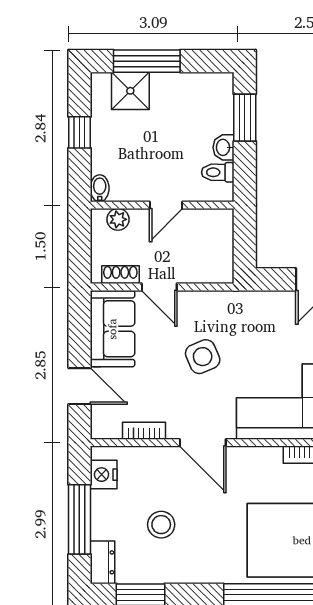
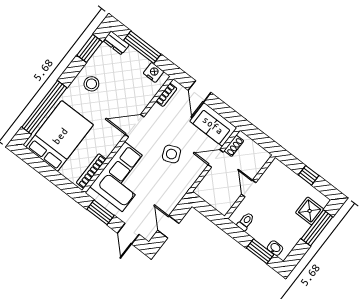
washbasin: (224, 147) -> (275, 248), moved
bidet: (100, 188) -> (278, 165), removed
plant: (118, 219) -> (258, 163), removed
door: (79, 386) -> (200, 91), hinge flipped
bookcase: (144, 431) -> (166, 95), moved
stool: (161, 525) -> (91, 84), moved

